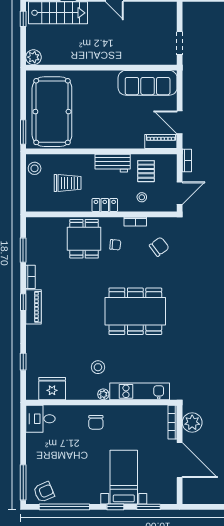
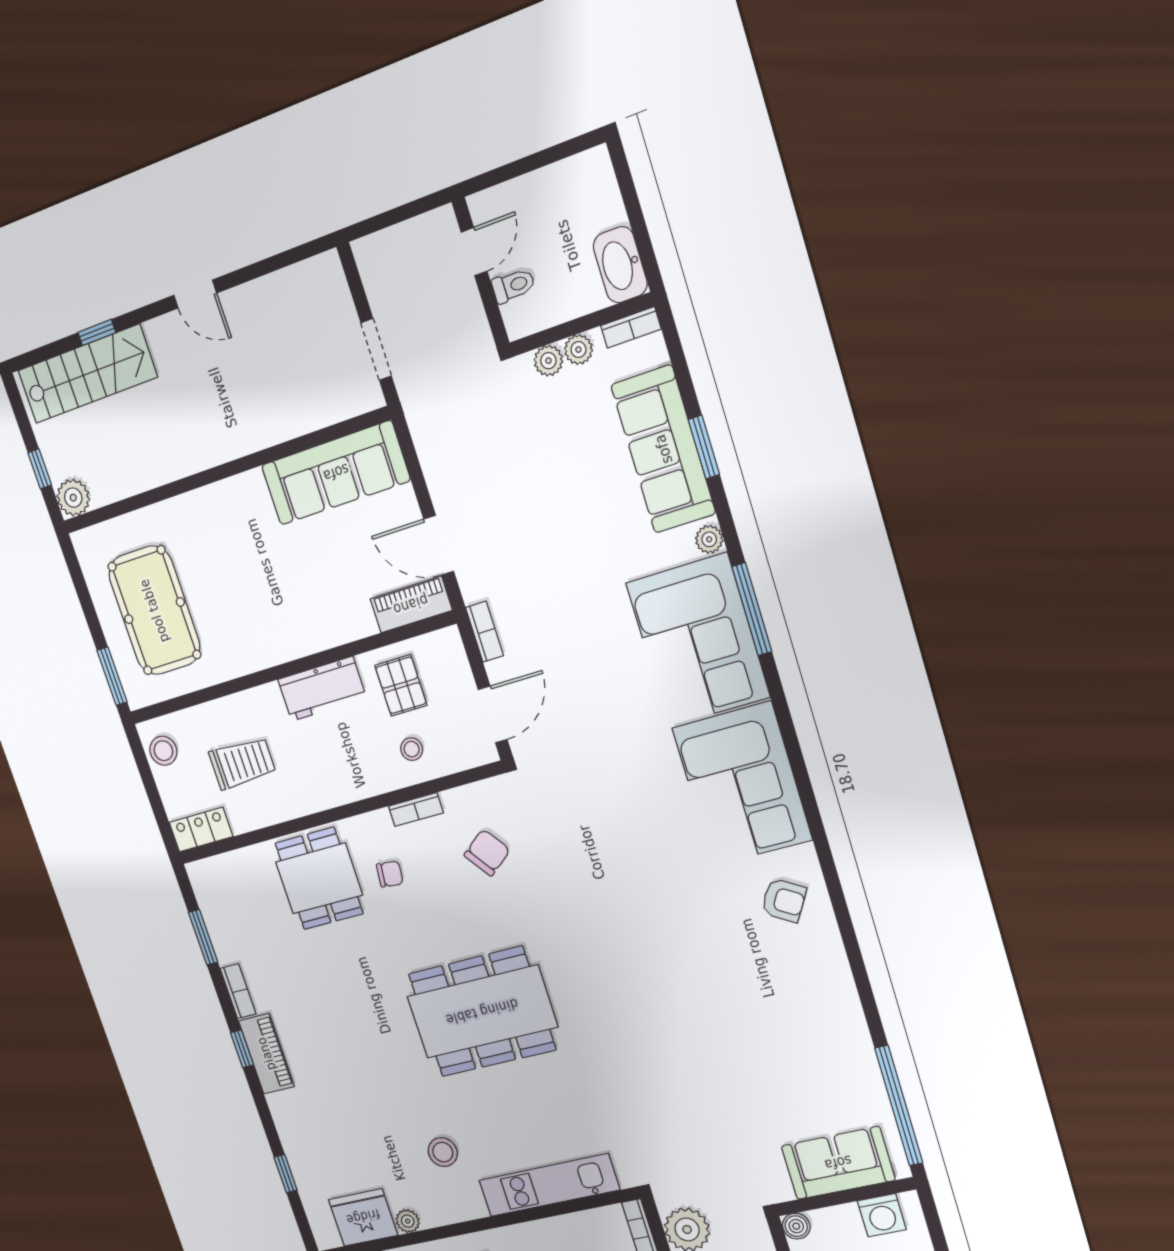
window: (23, 19) -> (40, 469), moved
pool table: (52, 112) -> (154, 611), width x0.73, depth x0.76
locker: (105, 205) -> (201, 830), moved
plant: (103, 394) -> (408, 1221), moved

